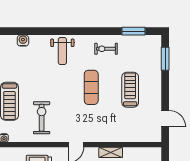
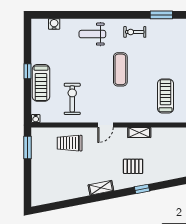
weight bench: (62, 51) -> (92, 34), turned 90
treadmill: (130, 90) -> (166, 96), moved

